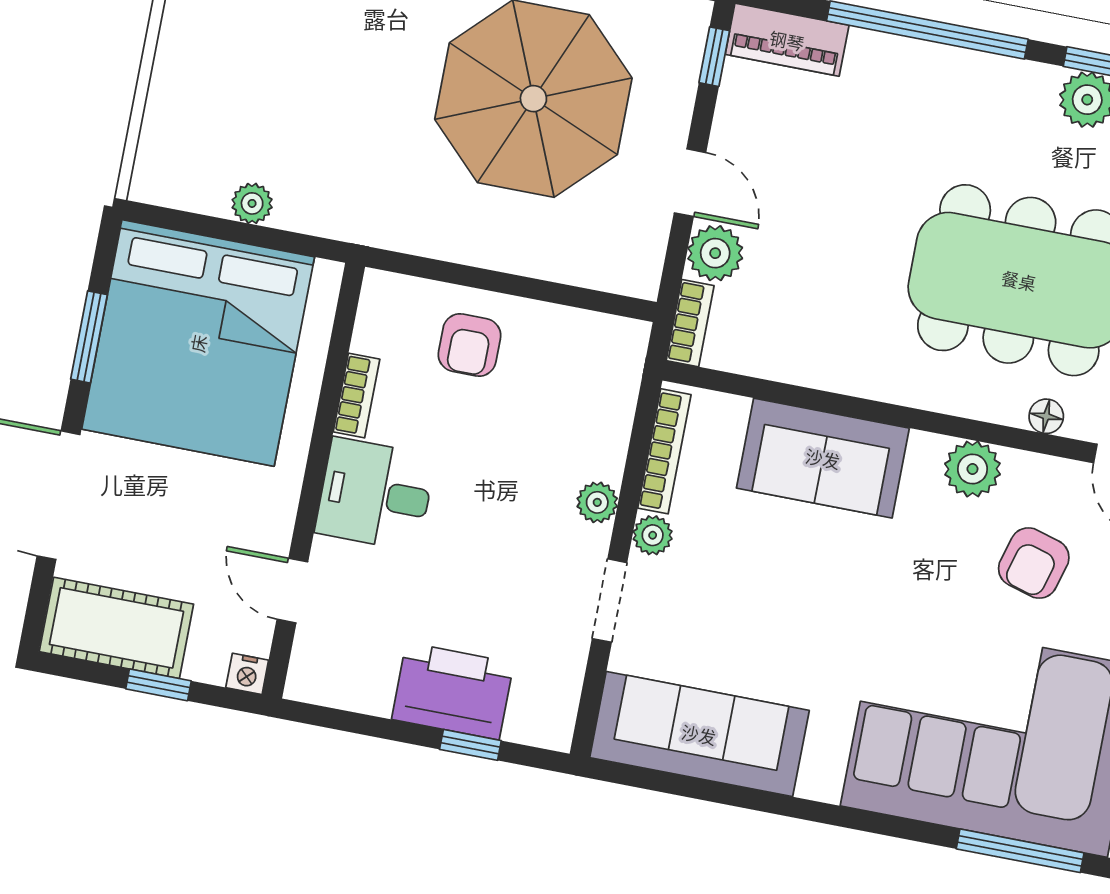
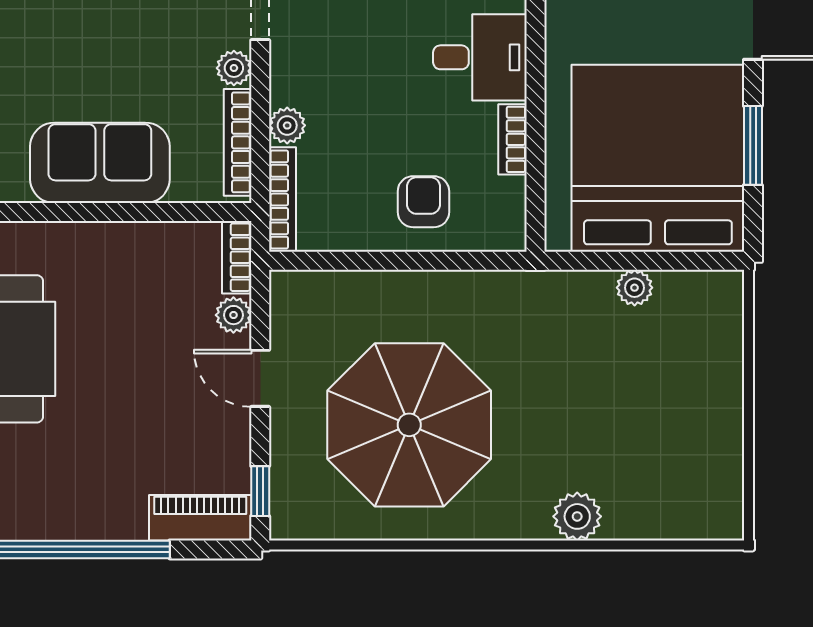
plant: (715, 253) -> (233, 315), width x0.73, depth x0.73
bookcase: (627, 378) -> (283, 200), added
plant: (597, 502) -> (287, 125), moved

